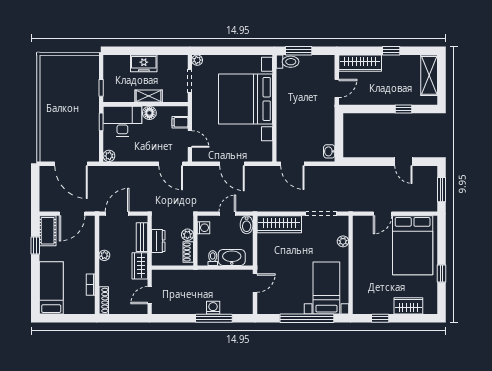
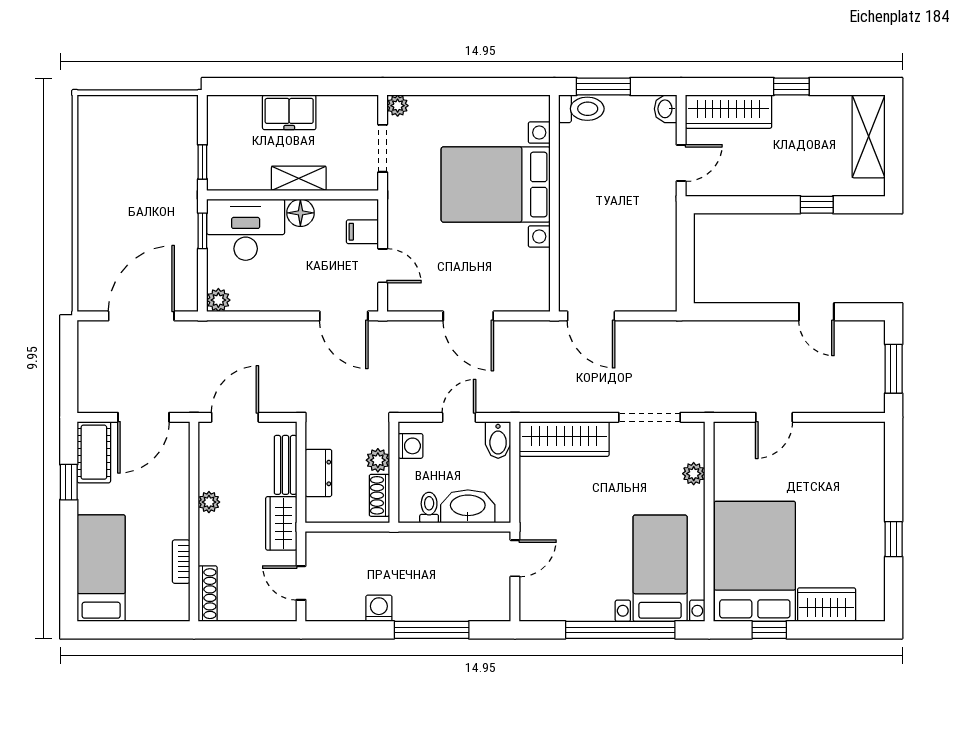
bed with nightstands: (245, 99) -> (496, 184), width x0.73
washbasin: (329, 151) -> (666, 109), moved
door: (71, 164) -> (141, 316), swing flipped
bed: (413, 245) -> (755, 561), moved, turned 180
door: (150, 295) -> (301, 583), hinge flipped
washing machine: (213, 308) -> (379, 608), moved

